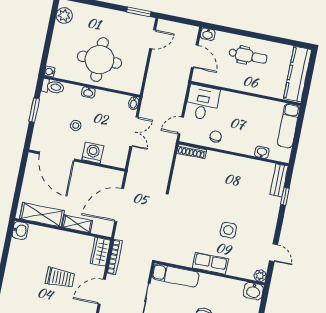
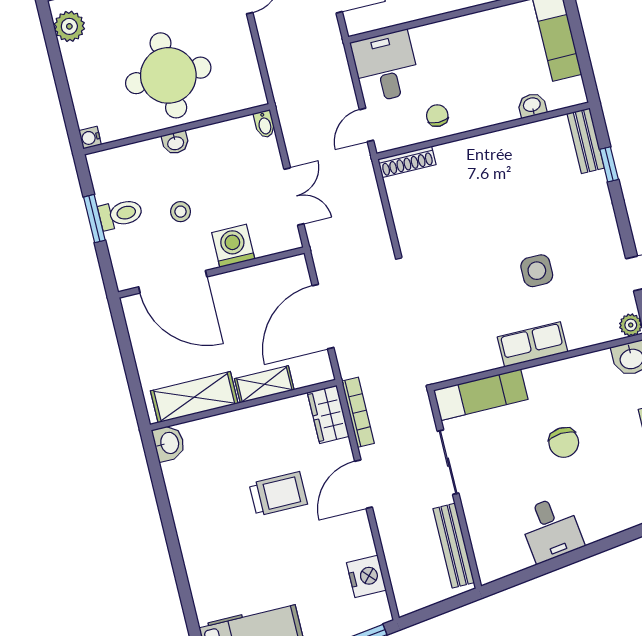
toilet: (53, 87) -> (121, 214), moved
double door: (134, 132) -> (294, 196), moved

